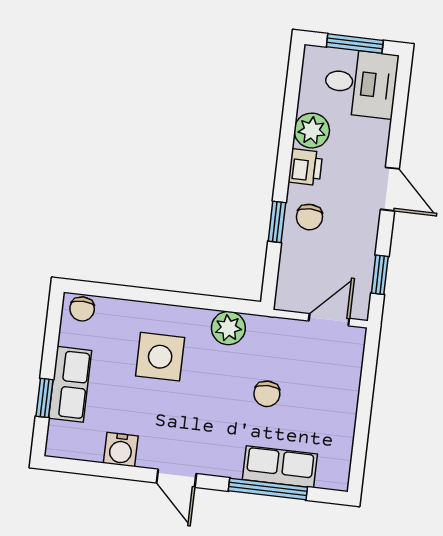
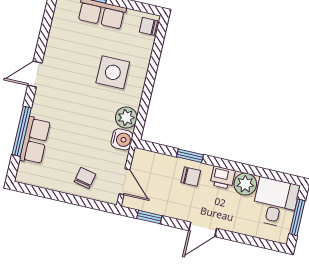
desk: (361, 83) -> (275, 202), moved, turned 180
chair: (309, 217) -> (191, 177), turned 180
chair: (267, 394) -> (85, 178), moved, turned 102
water cooler: (121, 450) -> (122, 139), moved, turned 180

